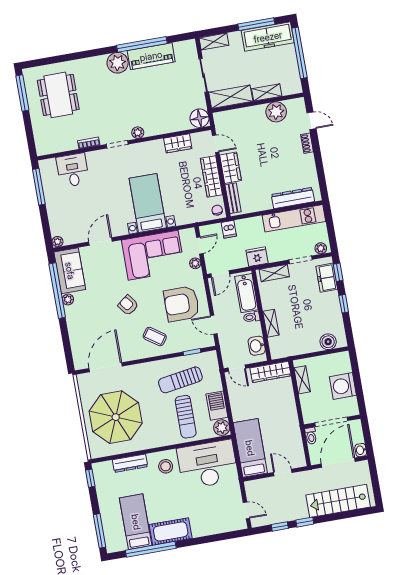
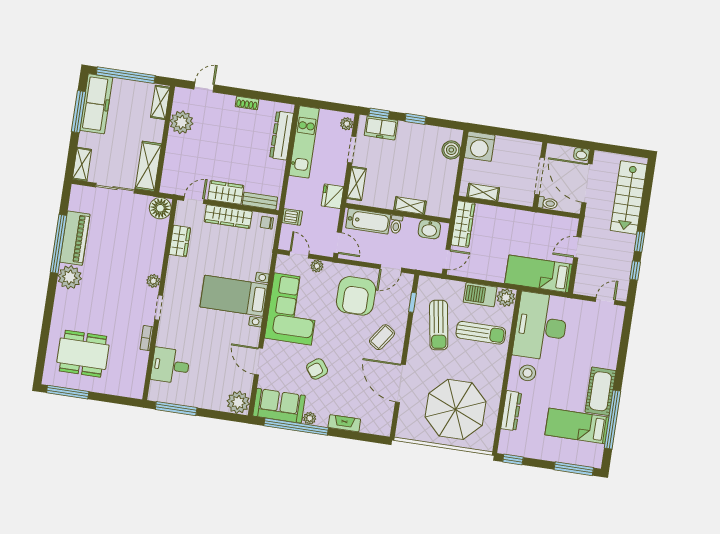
shelving: (267, 92) -> (160, 102), moved
shoe rack: (307, 143) -> (247, 103), moved
plant: (57, 242) -> (238, 402), width x1.88, depth x1.88
armchair: (128, 305) -> (317, 369), moved
fireplace: (73, 329) -> (344, 423), added
door: (106, 367) -> (400, 383), moved
washing machine: (343, 386) -> (480, 146), moved

